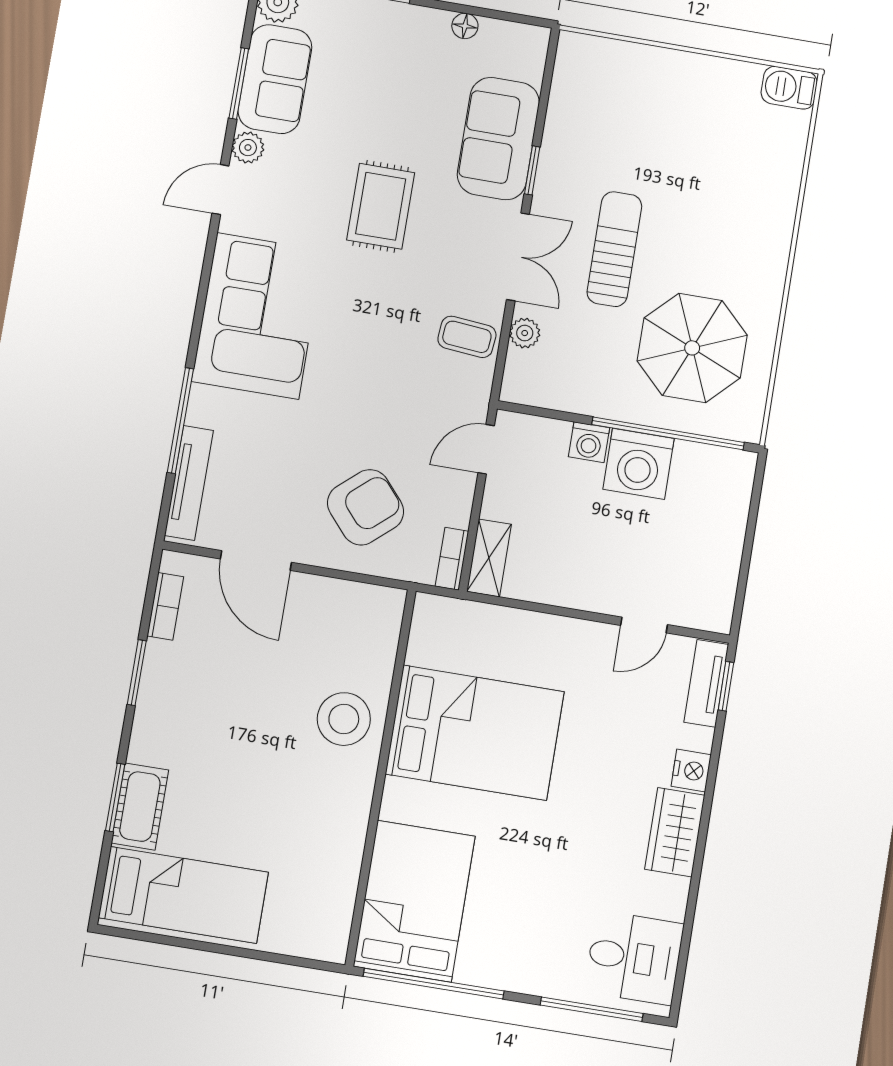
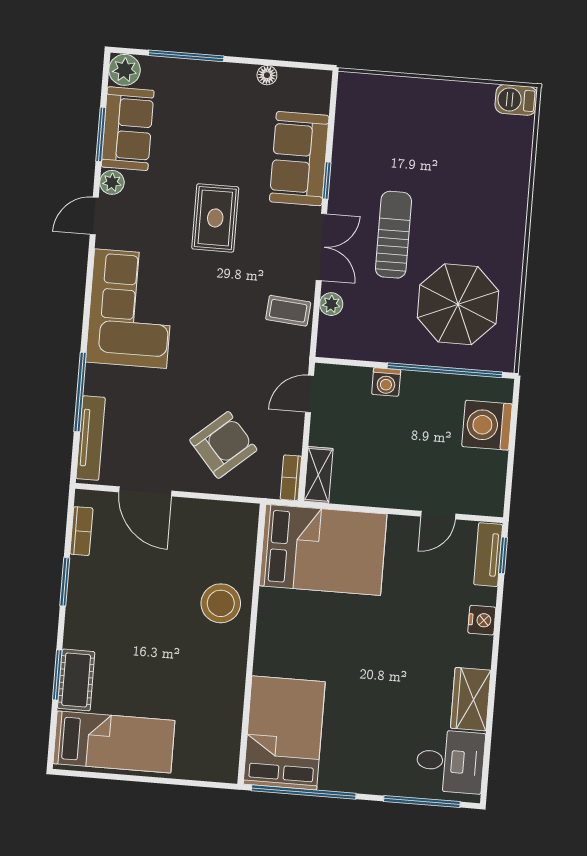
washing machine: (638, 464) -> (487, 425), moved, turned 90
bed: (475, 733) -> (323, 550), moved
wardrobe: (675, 832) -> (471, 699), moved

